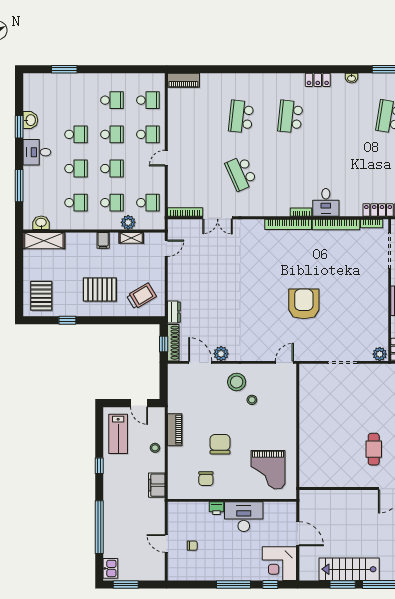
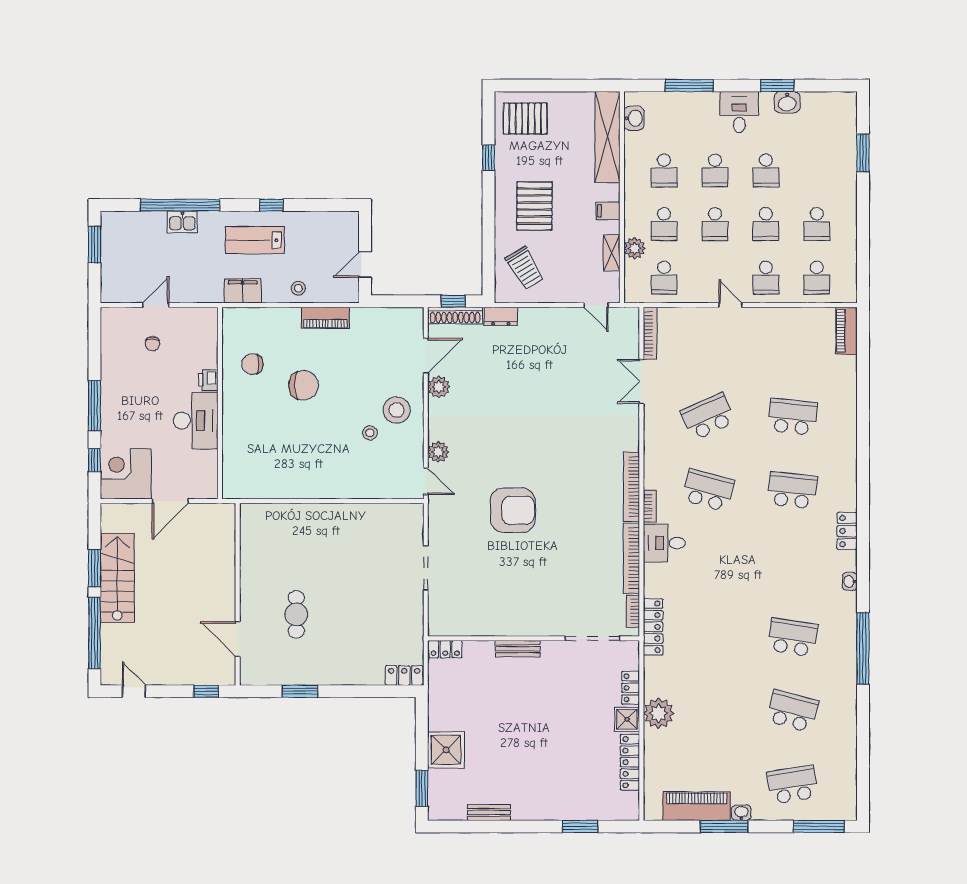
school desk: (290, 173) -> (708, 490), added
shelving: (44, 241) -> (607, 137), width x1.47
plant: (380, 354) -> (438, 452), moved
lab bench: (118, 434) -> (255, 240), moved
cafe table: (374, 449) -> (296, 614), turned 90
grand piano: (268, 470) -> (266, 457), removed
kitchen sink: (110, 568) -> (182, 222), moved

